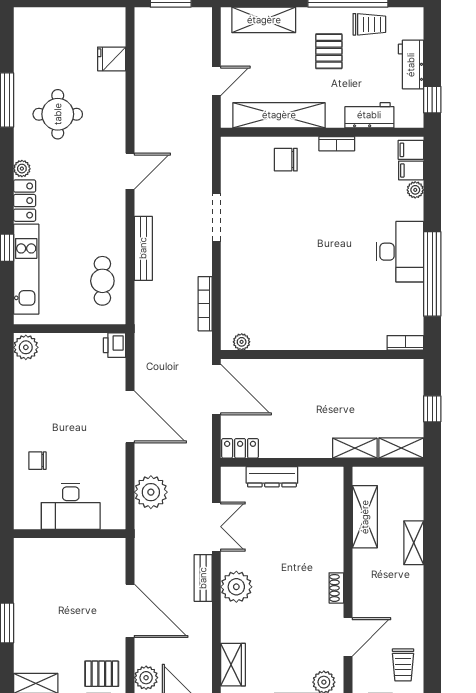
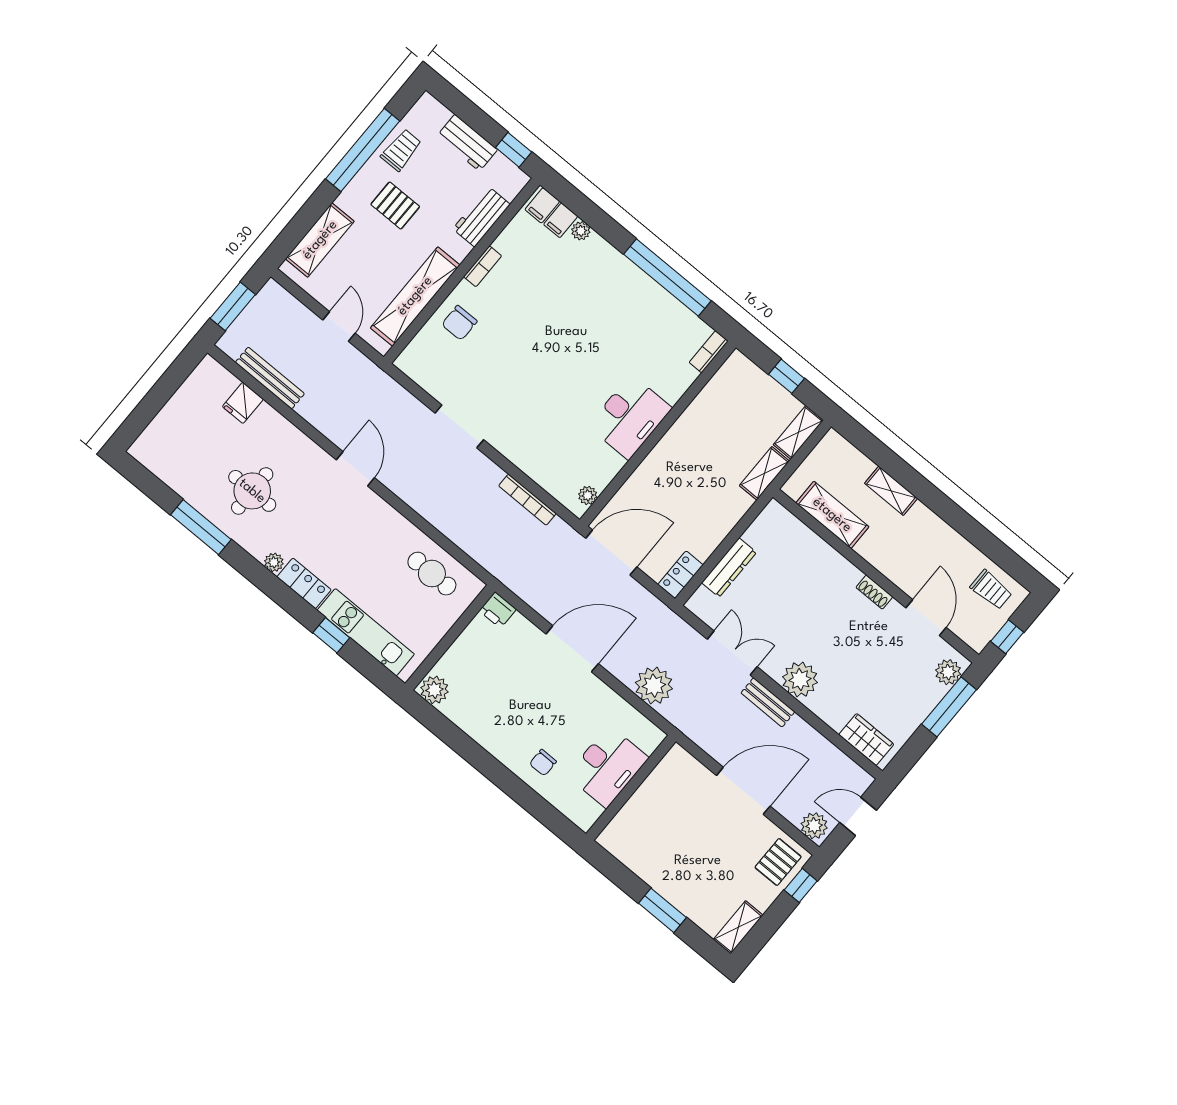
bench: (143, 248) -> (270, 378), moved
desk: (400, 252) -> (630, 417), moved, turned 90

